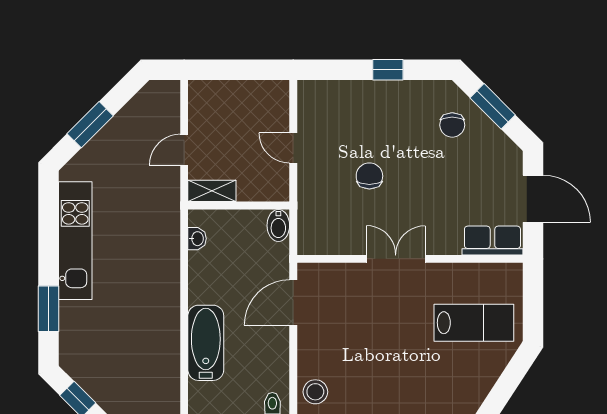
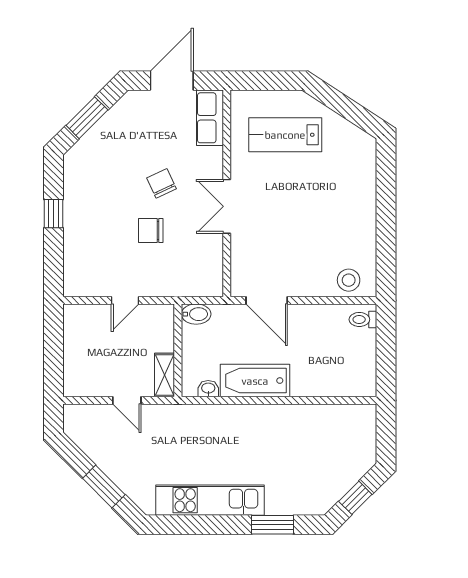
chair: (452, 125) -> (162, 183), moved, turned -115
lab bench: (474, 323) -> (285, 135), turned -90
bathtub: (206, 343) -> (255, 381), moved

